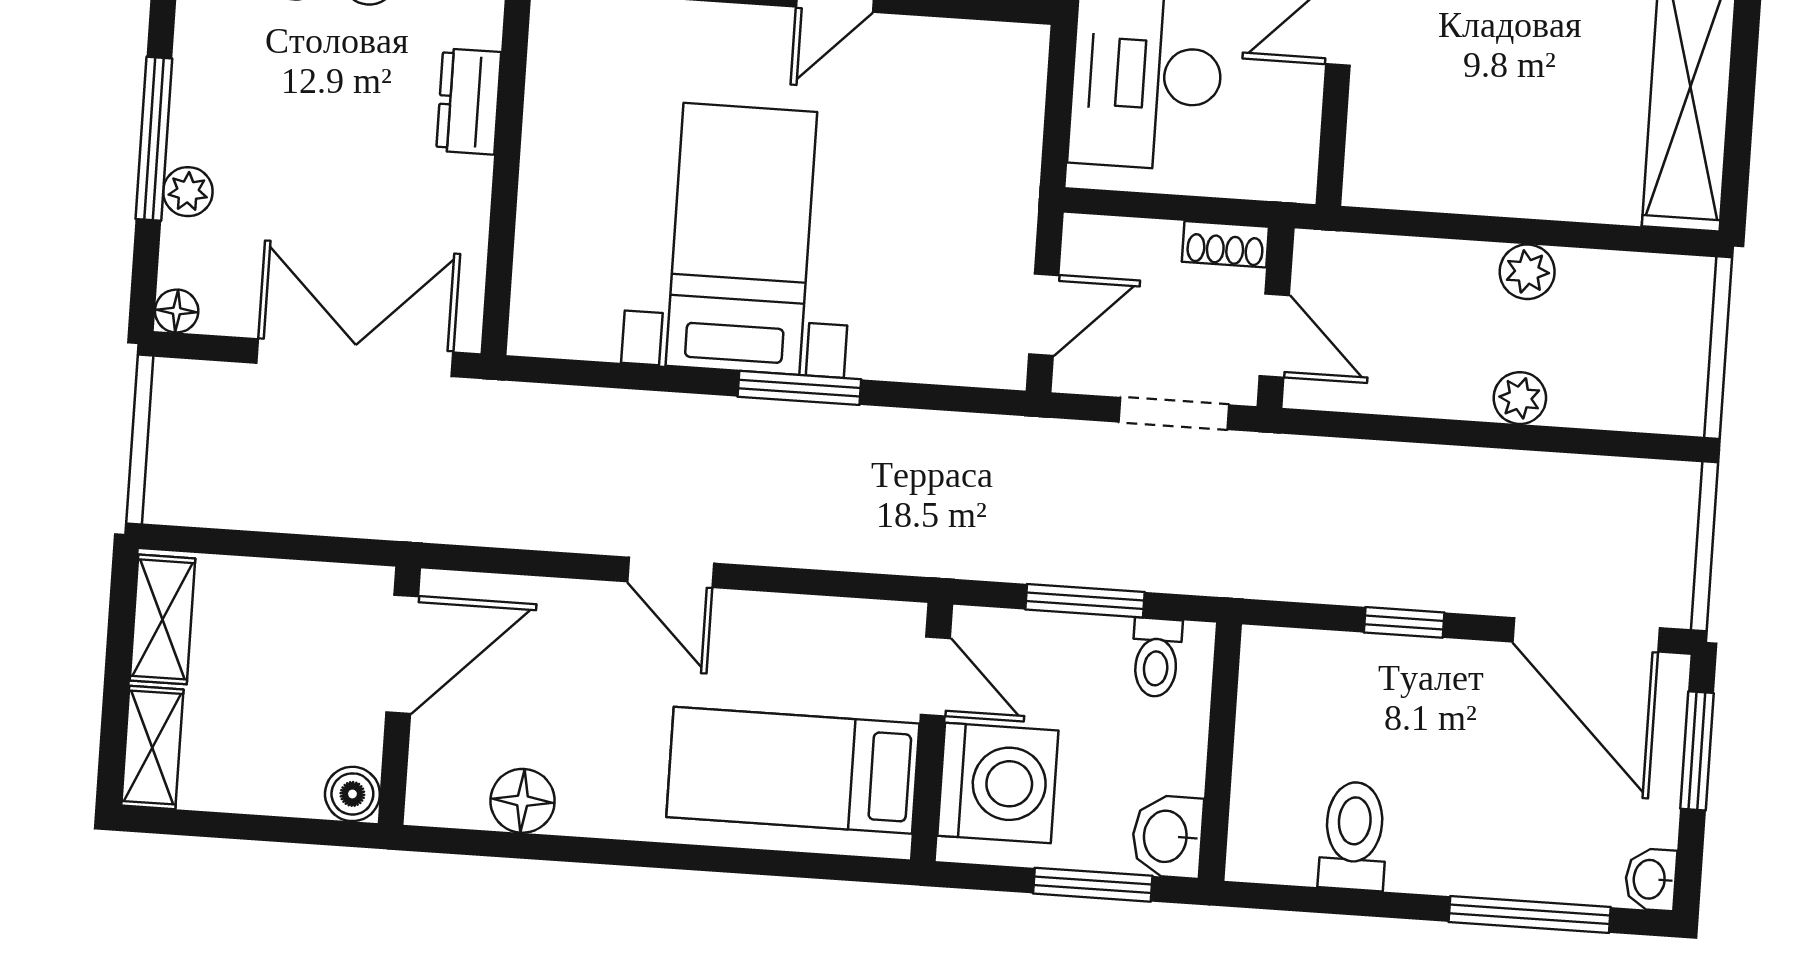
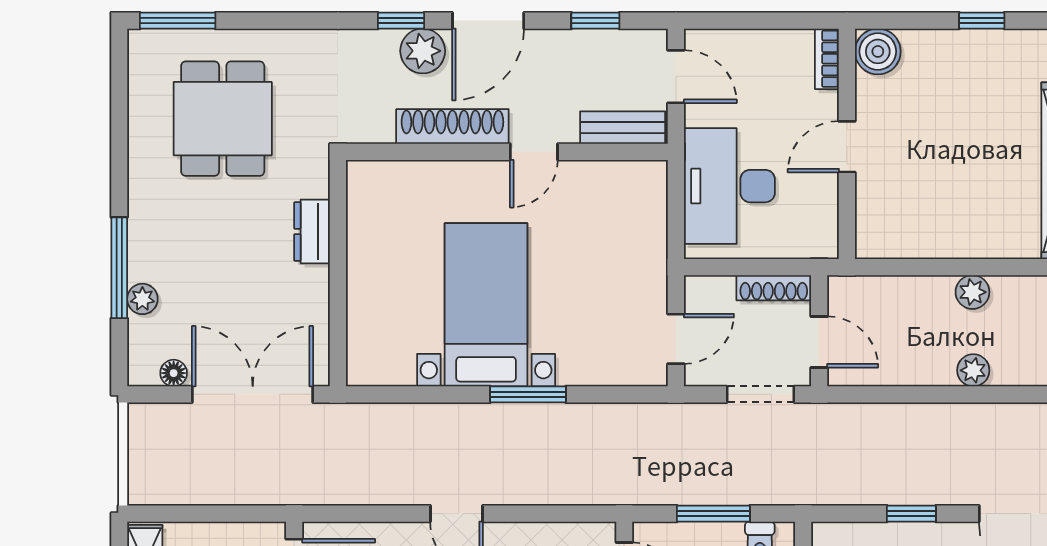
shoe rack: (1225, 244) -> (774, 288), width x1.43
floor lamp: (177, 311) -> (174, 373), moved

